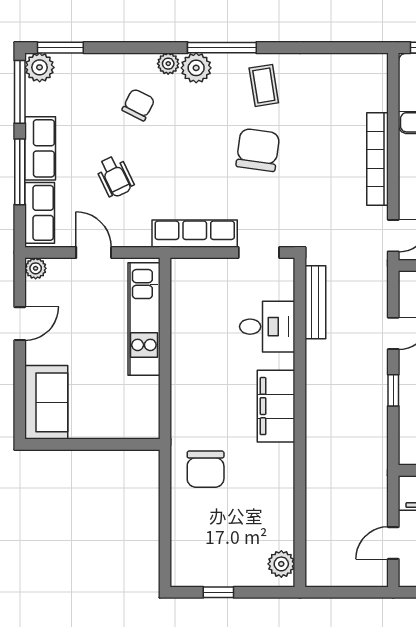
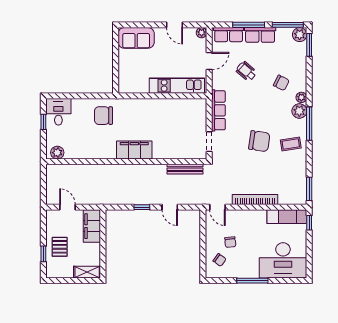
window: (356, 48) -> (309, 189), added
wheelchair: (115, 177) -> (246, 71), turned 67
desk: (267, 327) -> (58, 112), moved, turned 180

